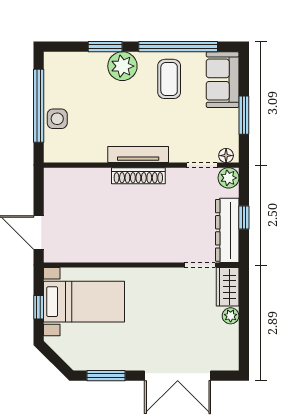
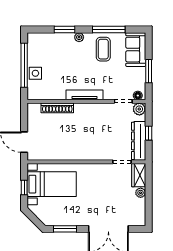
window: (178, 47) -> (109, 29), width x0.68
plant: (122, 66) -> (79, 37), width x0.53, depth x0.53
shoe rack: (138, 176) -> (57, 108), moved

